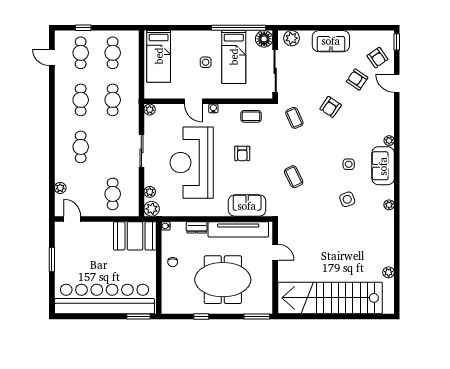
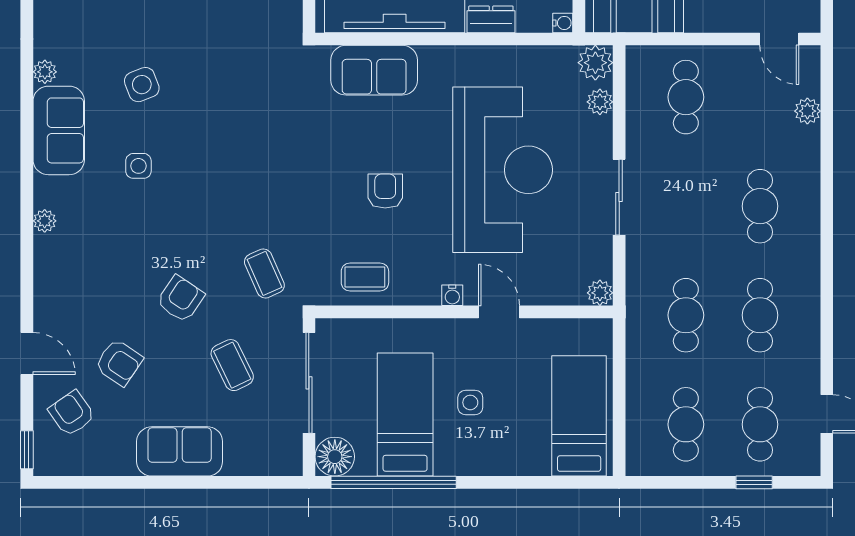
plant: (292, 38) -> (271, 458), removed
sofa: (383, 166) -> (59, 130), moved
coffee table: (294, 177) -> (232, 365), moved

